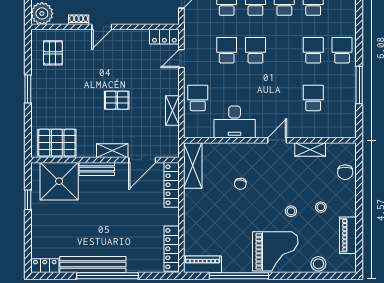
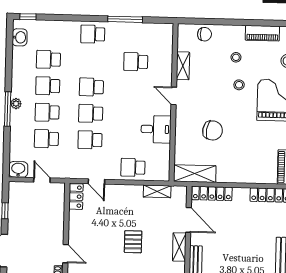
school desk: (313, 50) -> (91, 87), moved
shelving: (172, 110) -> (157, 191), moved
desk: (235, 122) -> (156, 129), width x0.73
chair: (240, 184) -> (213, 130), width x1.87, depth x1.87

